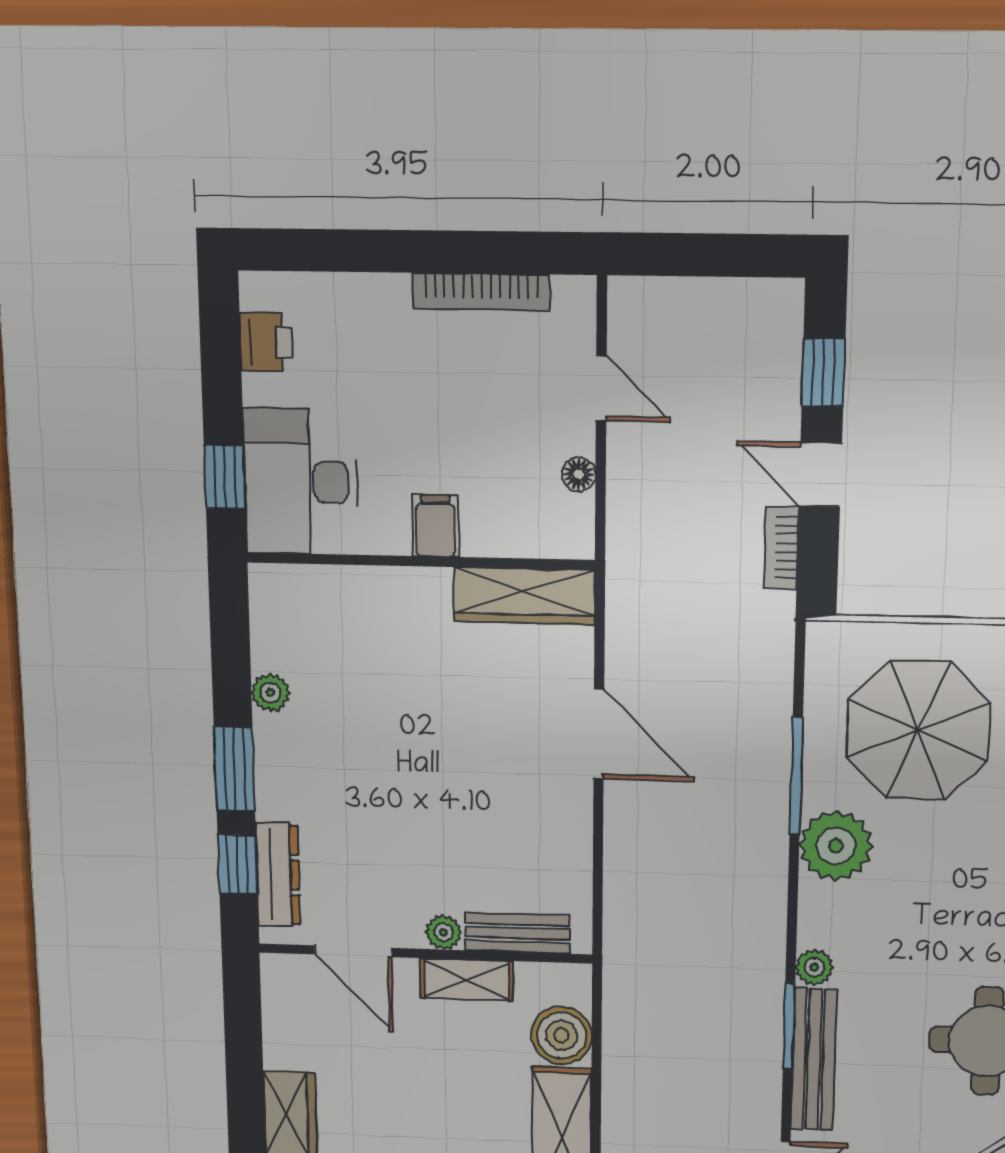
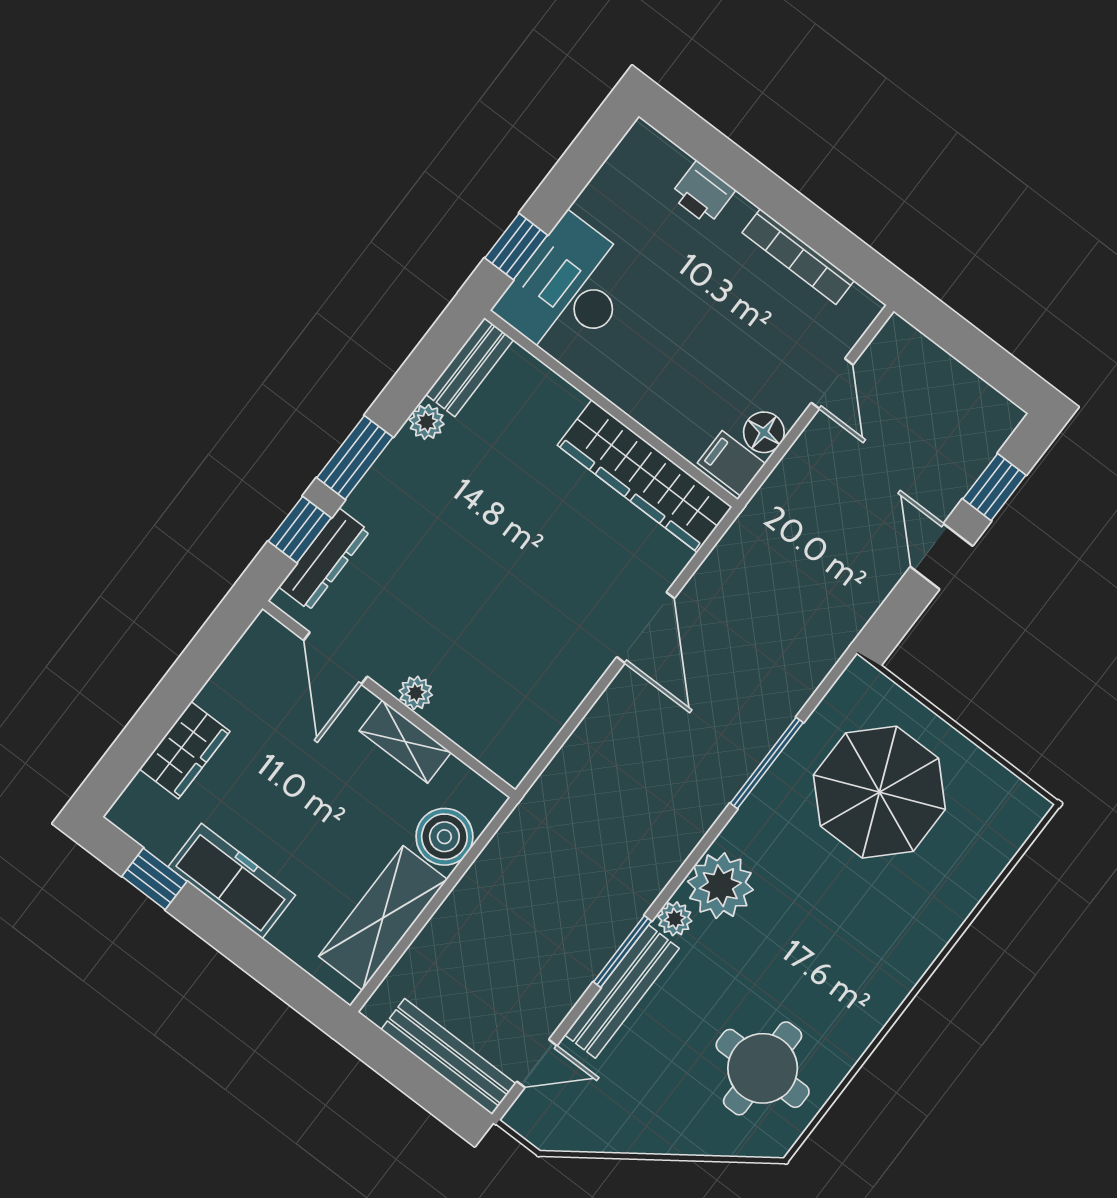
printer: (266, 342) -> (703, 193), moved, turned 90
floor lamp: (579, 474) -> (764, 432), width x1.37, depth x1.37
filing cabinet: (435, 526) -> (731, 463), moved, turned -90
bookcase: (781, 548) -> (877, 588), removed
wardrobe: (524, 596) -> (645, 476), width x1.40, depth x1.17
plant: (836, 846) -> (720, 886), moved
bench: (517, 933) -> (470, 367), moved, turned 90

